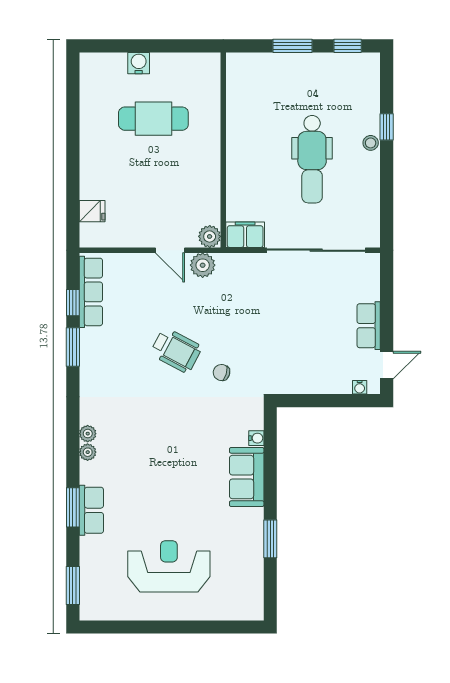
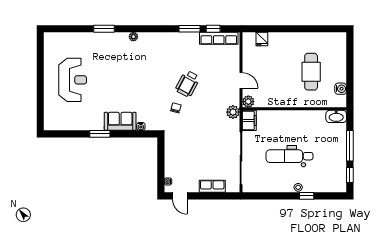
window: (292, 46) -> (350, 146), width x1.44
water cooler: (139, 63) -> (341, 89), moved
washbasin: (238, 71) -> (336, 116), added
door: (170, 250) -> (241, 80), swing flipped
plant: (203, 265) -> (233, 112), moved
row of seats: (369, 326) -> (212, 186), moved
plant: (88, 434) -> (143, 37), removed
row of seats: (91, 510) -> (102, 39), removed
window: (270, 539) -> (100, 134), moved
window: (73, 585) -> (62, 29), removed

